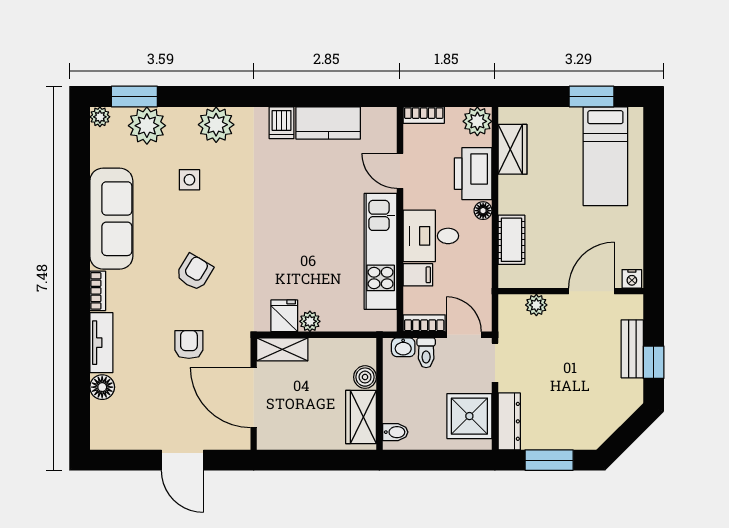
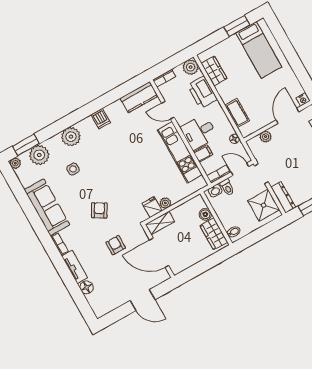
kitchen counter: (328, 123) -> (139, 97), moved
floor lamp: (483, 211) -> (234, 139), moved

